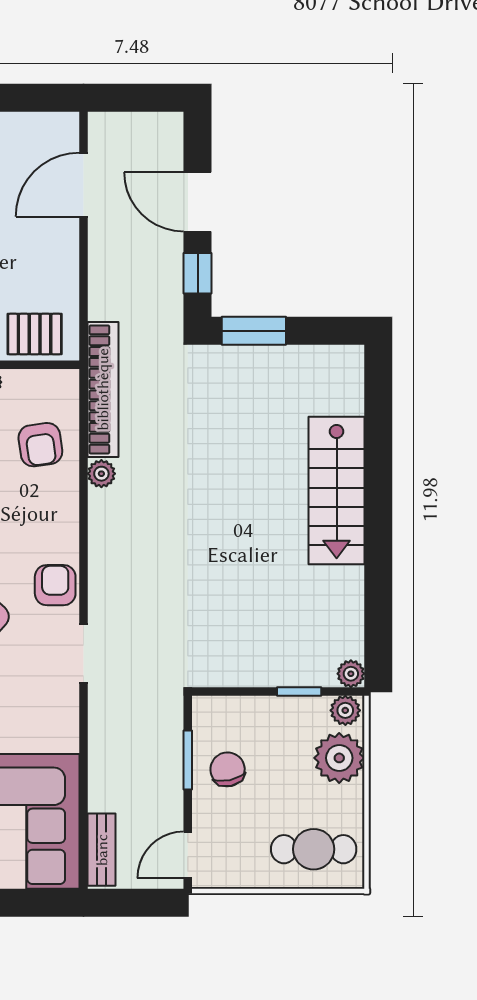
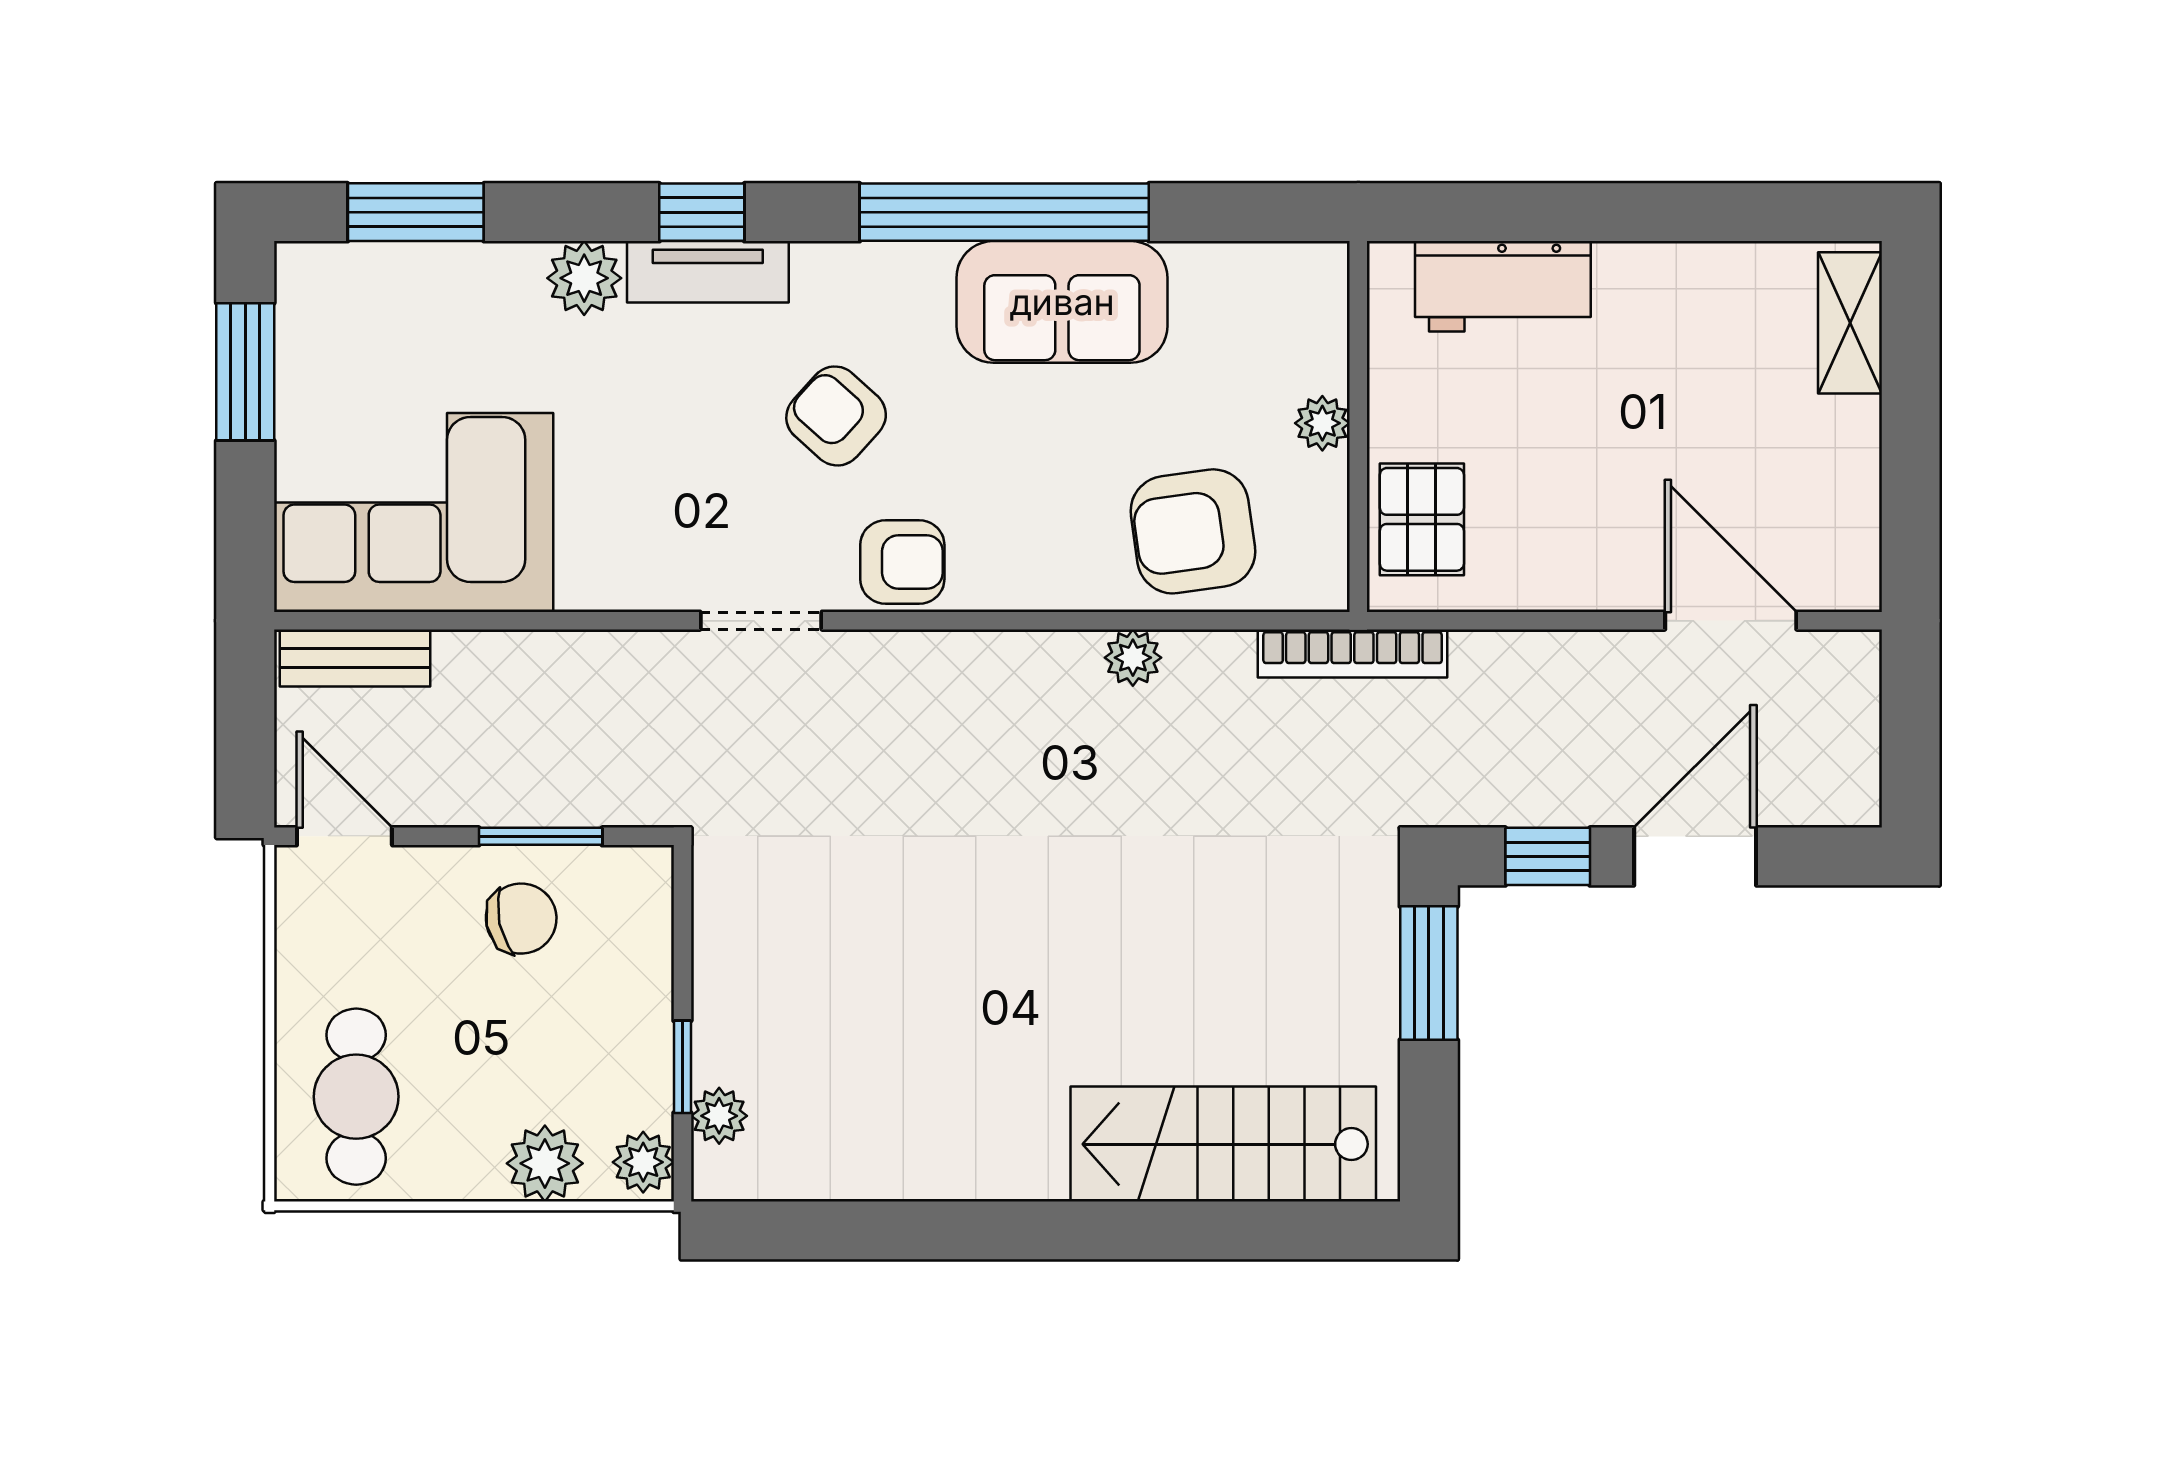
bookcase: (103, 389) -> (1353, 653), width x0.68, depth x0.76
armchair: (40, 445) -> (1193, 531), width x1.38, depth x1.38
stairs: (337, 490) -> (1223, 1144), moved
plant: (351, 674) -> (719, 1116), moved
plant: (339, 758) -> (545, 1163), width x0.73, depth x0.73

